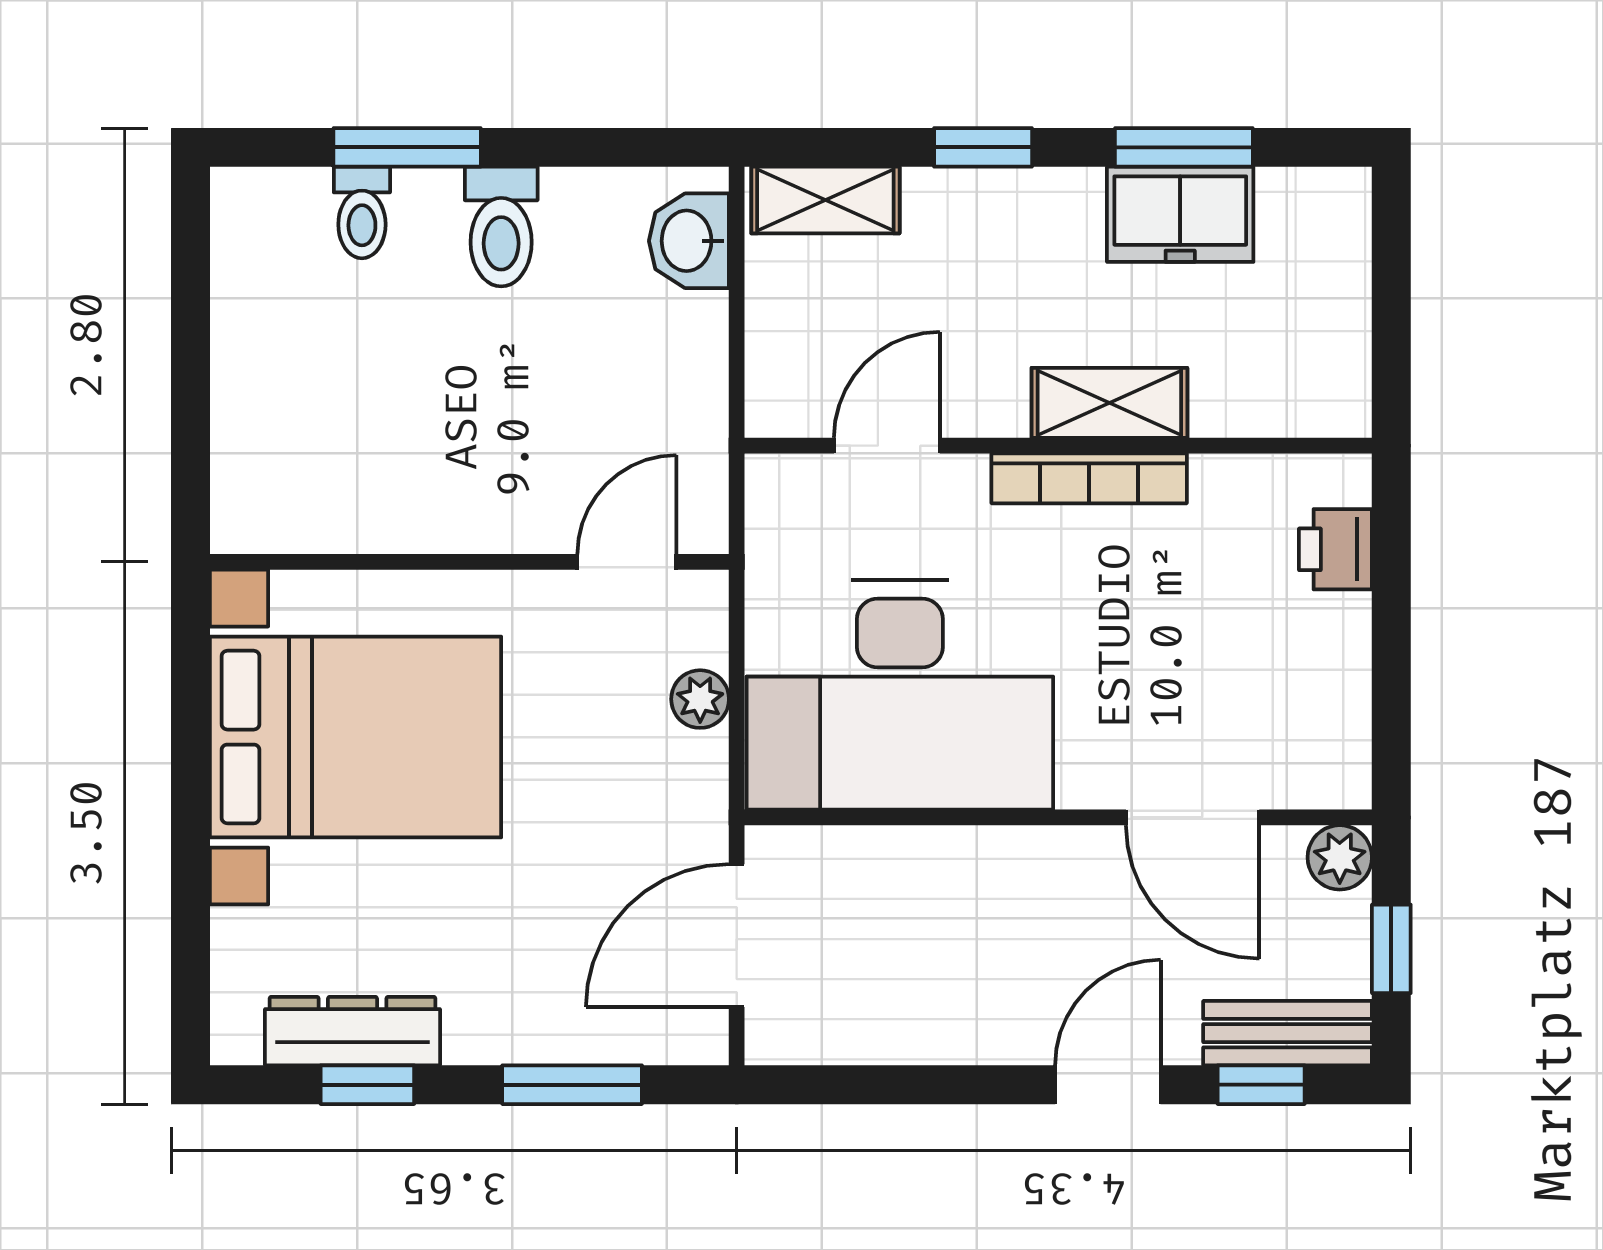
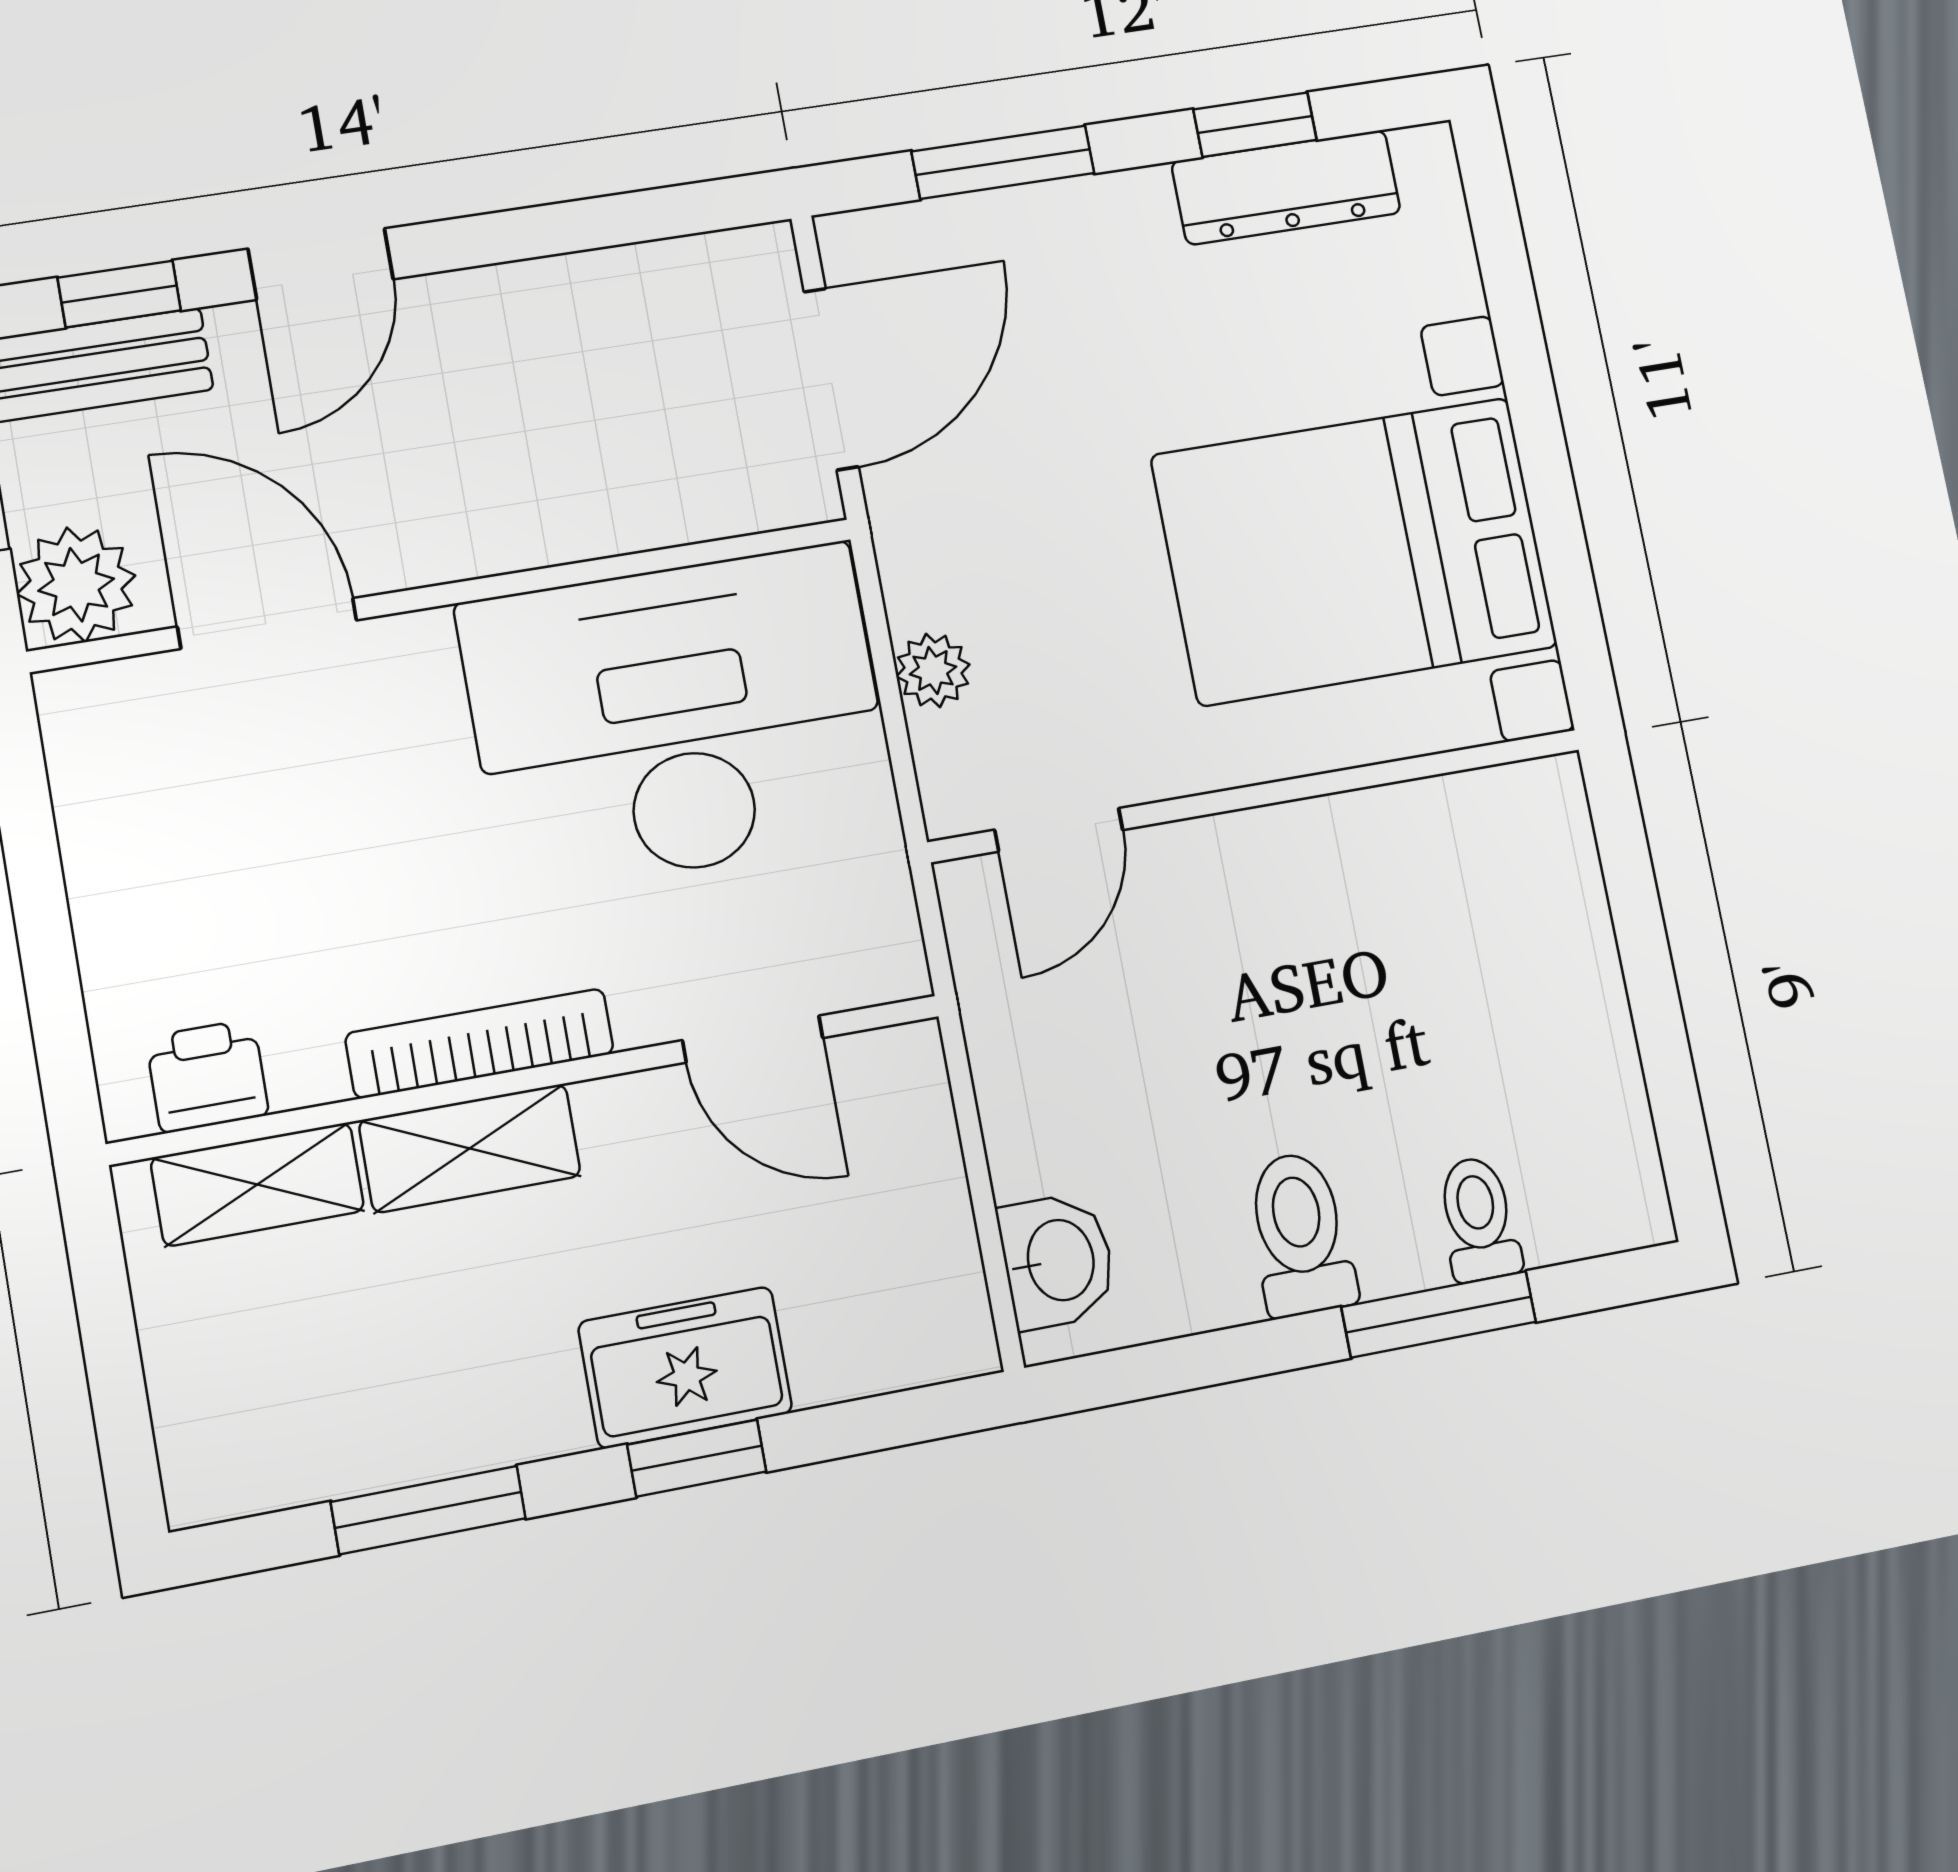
shelving: (825, 200) -> (257, 1184), moved
freezer: (1180, 214) -> (685, 1367), moved
door: (887, 446) -> (753, 1039), hinge flipped
printer: (1335, 549) -> (207, 1076), moved, turned -90
plant: (1340, 857) -> (76, 585), width x1.38, depth x1.38

